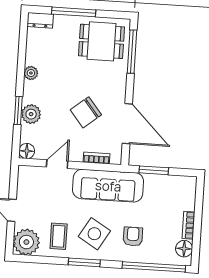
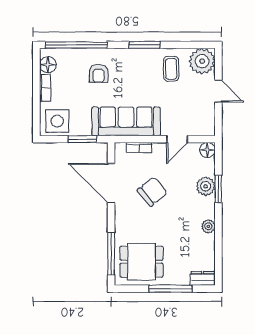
side table: (94, 234) -> (57, 121), moved, turned -31

